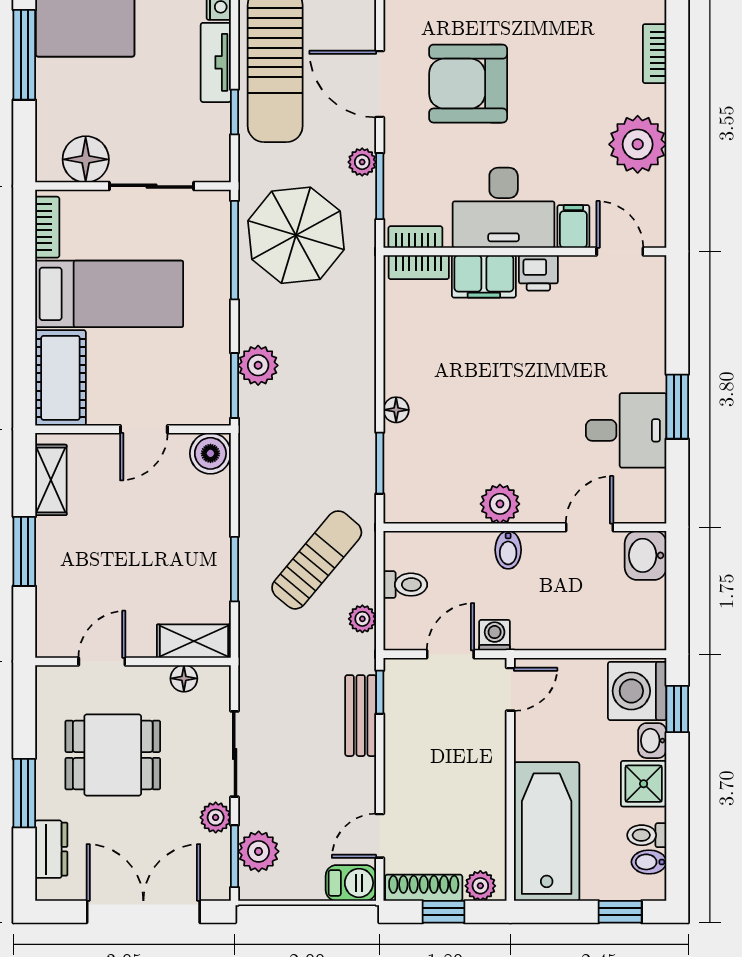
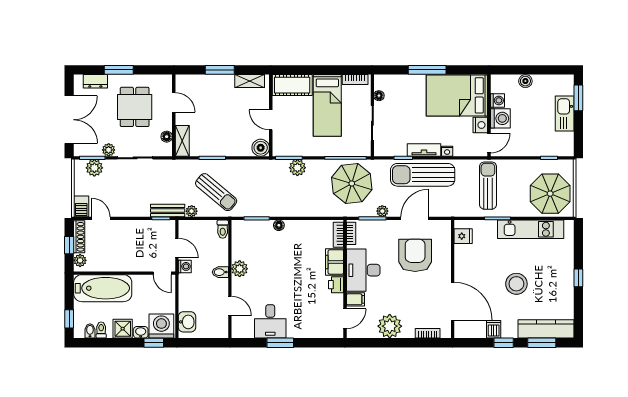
floor lamp: (86, 159) -> (379, 96), width x0.53, depth x0.53
washbasin: (646, 555) -> (187, 322), moved, turned 90
toilet: (405, 585) -> (223, 229), moved
bench: (361, 716) -> (168, 210), moved

